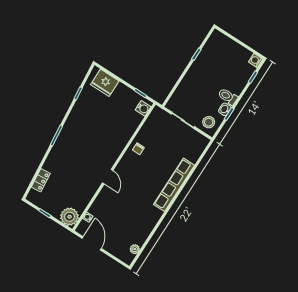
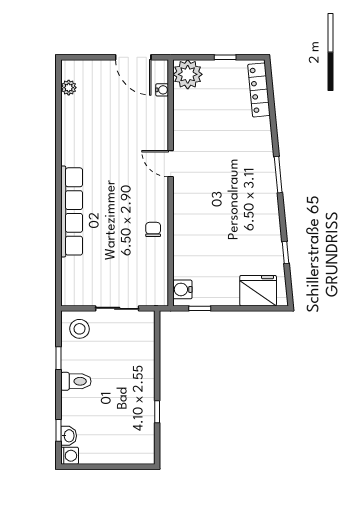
washbasin: (225, 109) -> (69, 436), moved
locker: (41, 180) -> (259, 90), width x1.53

